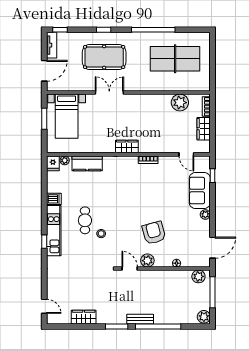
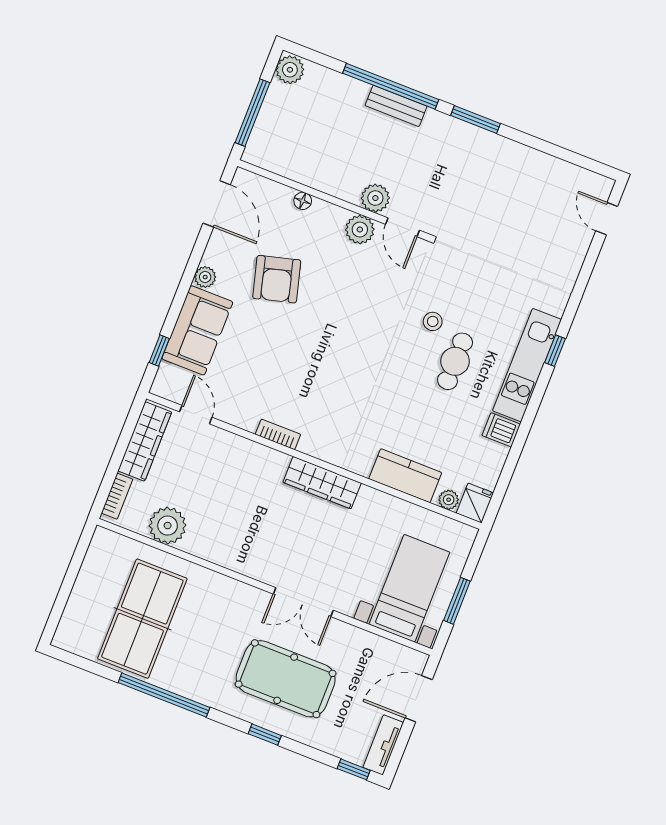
table tennis table: (175, 59) -> (142, 619), turned 90
wardrobe: (204, 129) -> (145, 441), width x1.50
wardrobe: (127, 147) -> (322, 483), width x1.50
armchair: (154, 233) -> (277, 279), moved
door: (213, 248) -> (217, 204), swing flipped
plant: (198, 276) -> (375, 198), moved
wardrobe: (84, 317) -> (535, 165), removed
bench: (140, 319) -> (396, 106), moved

